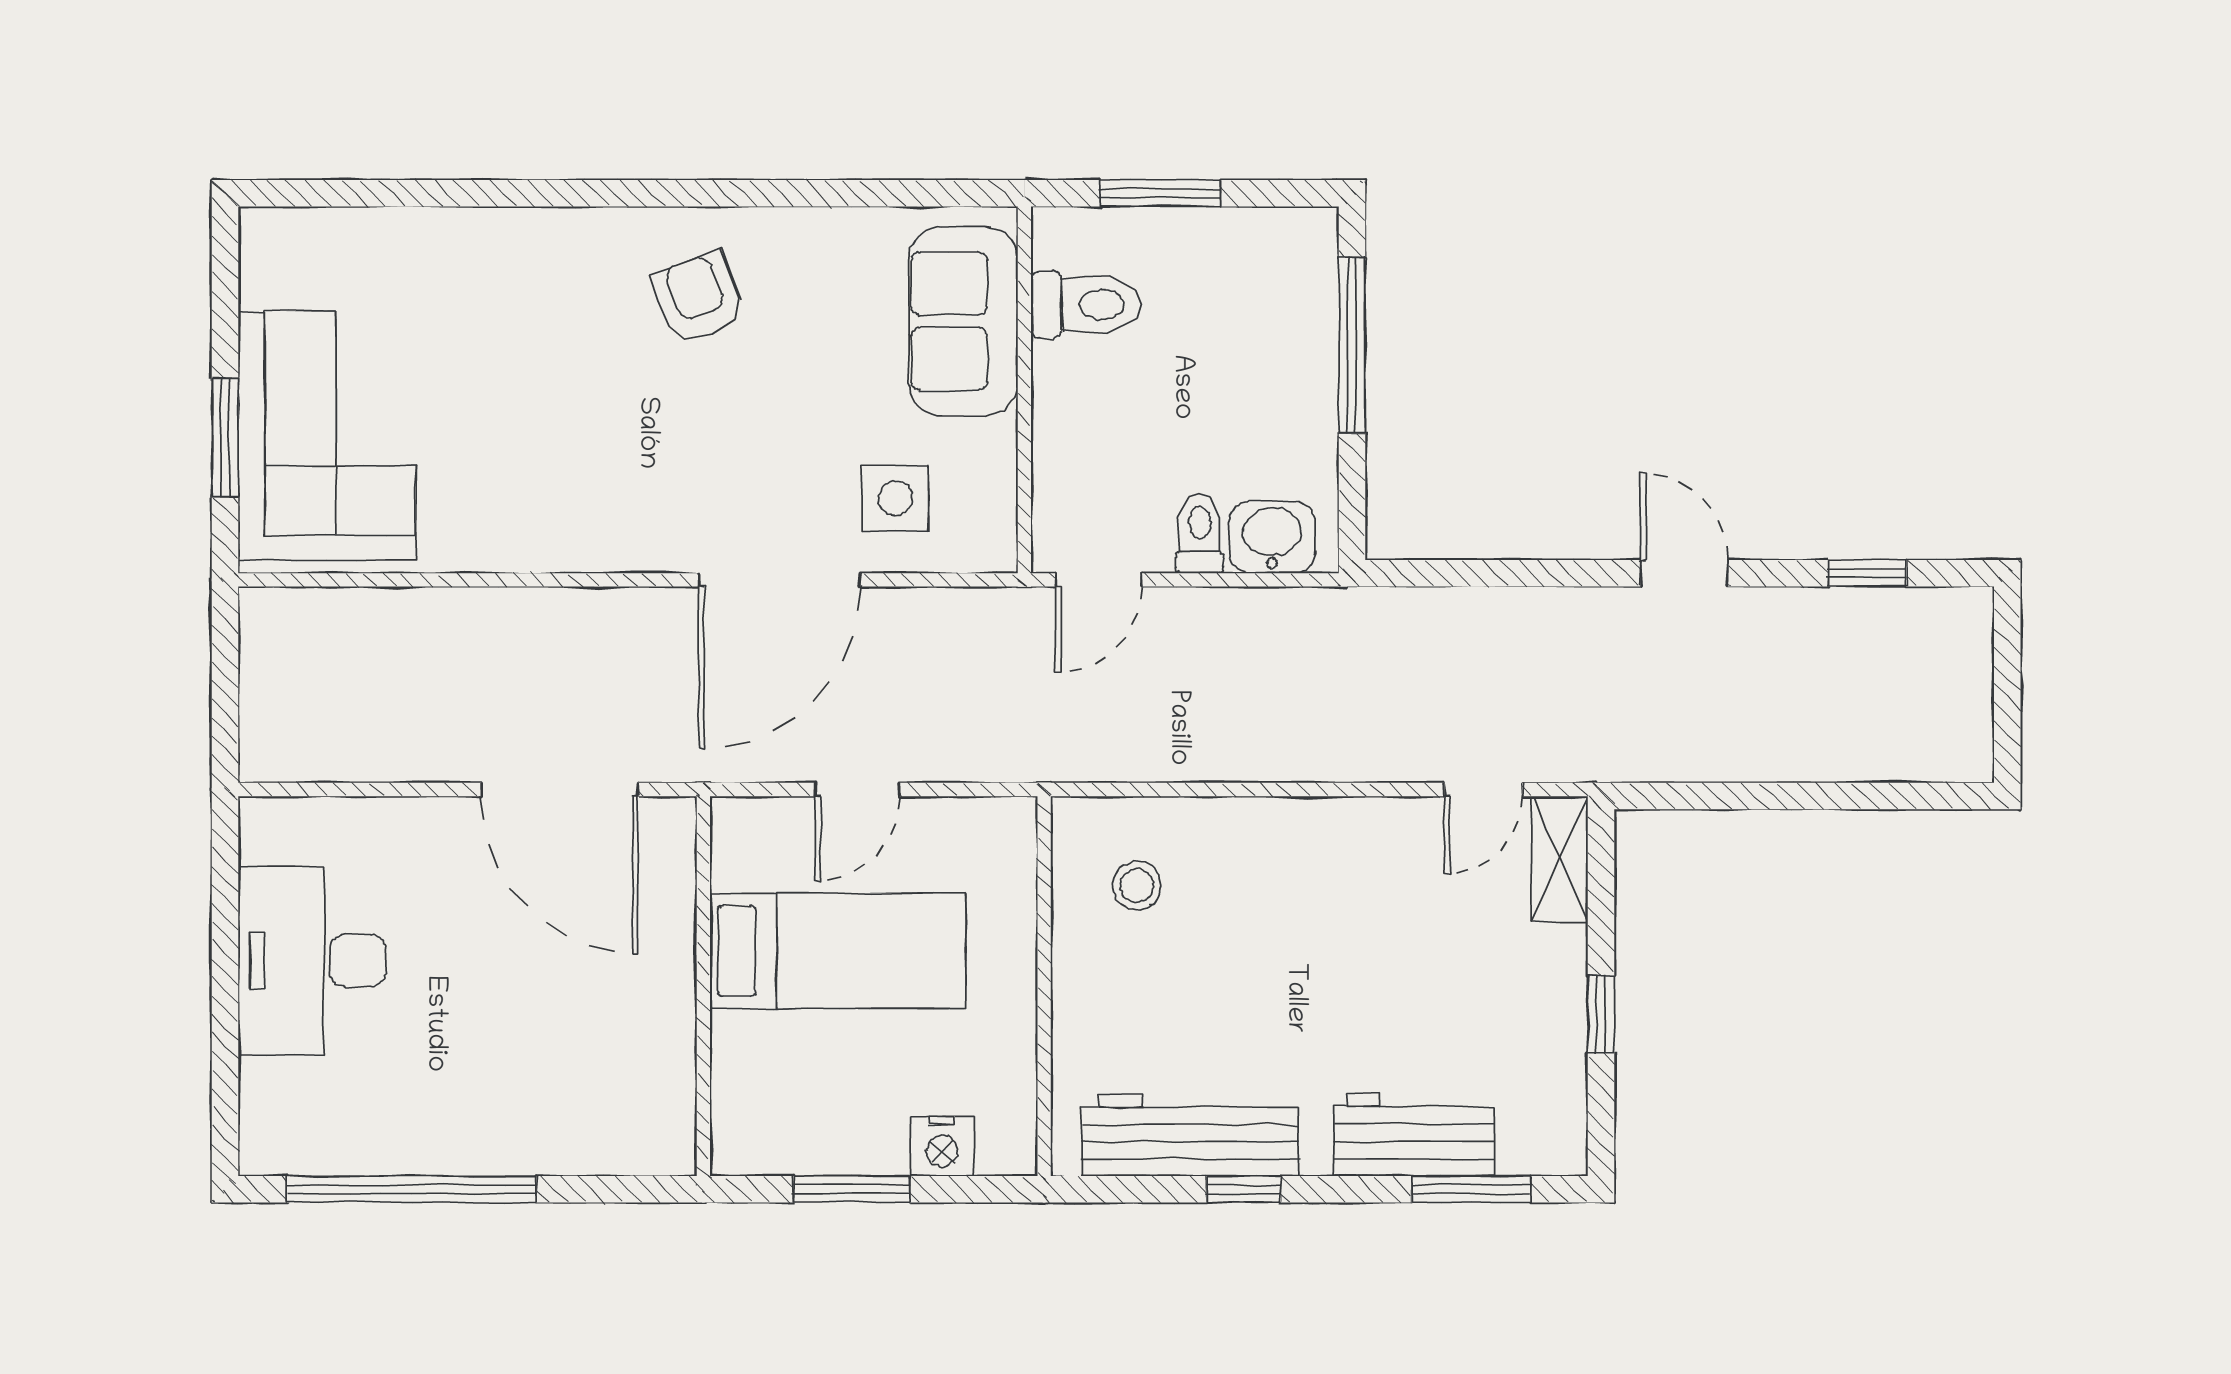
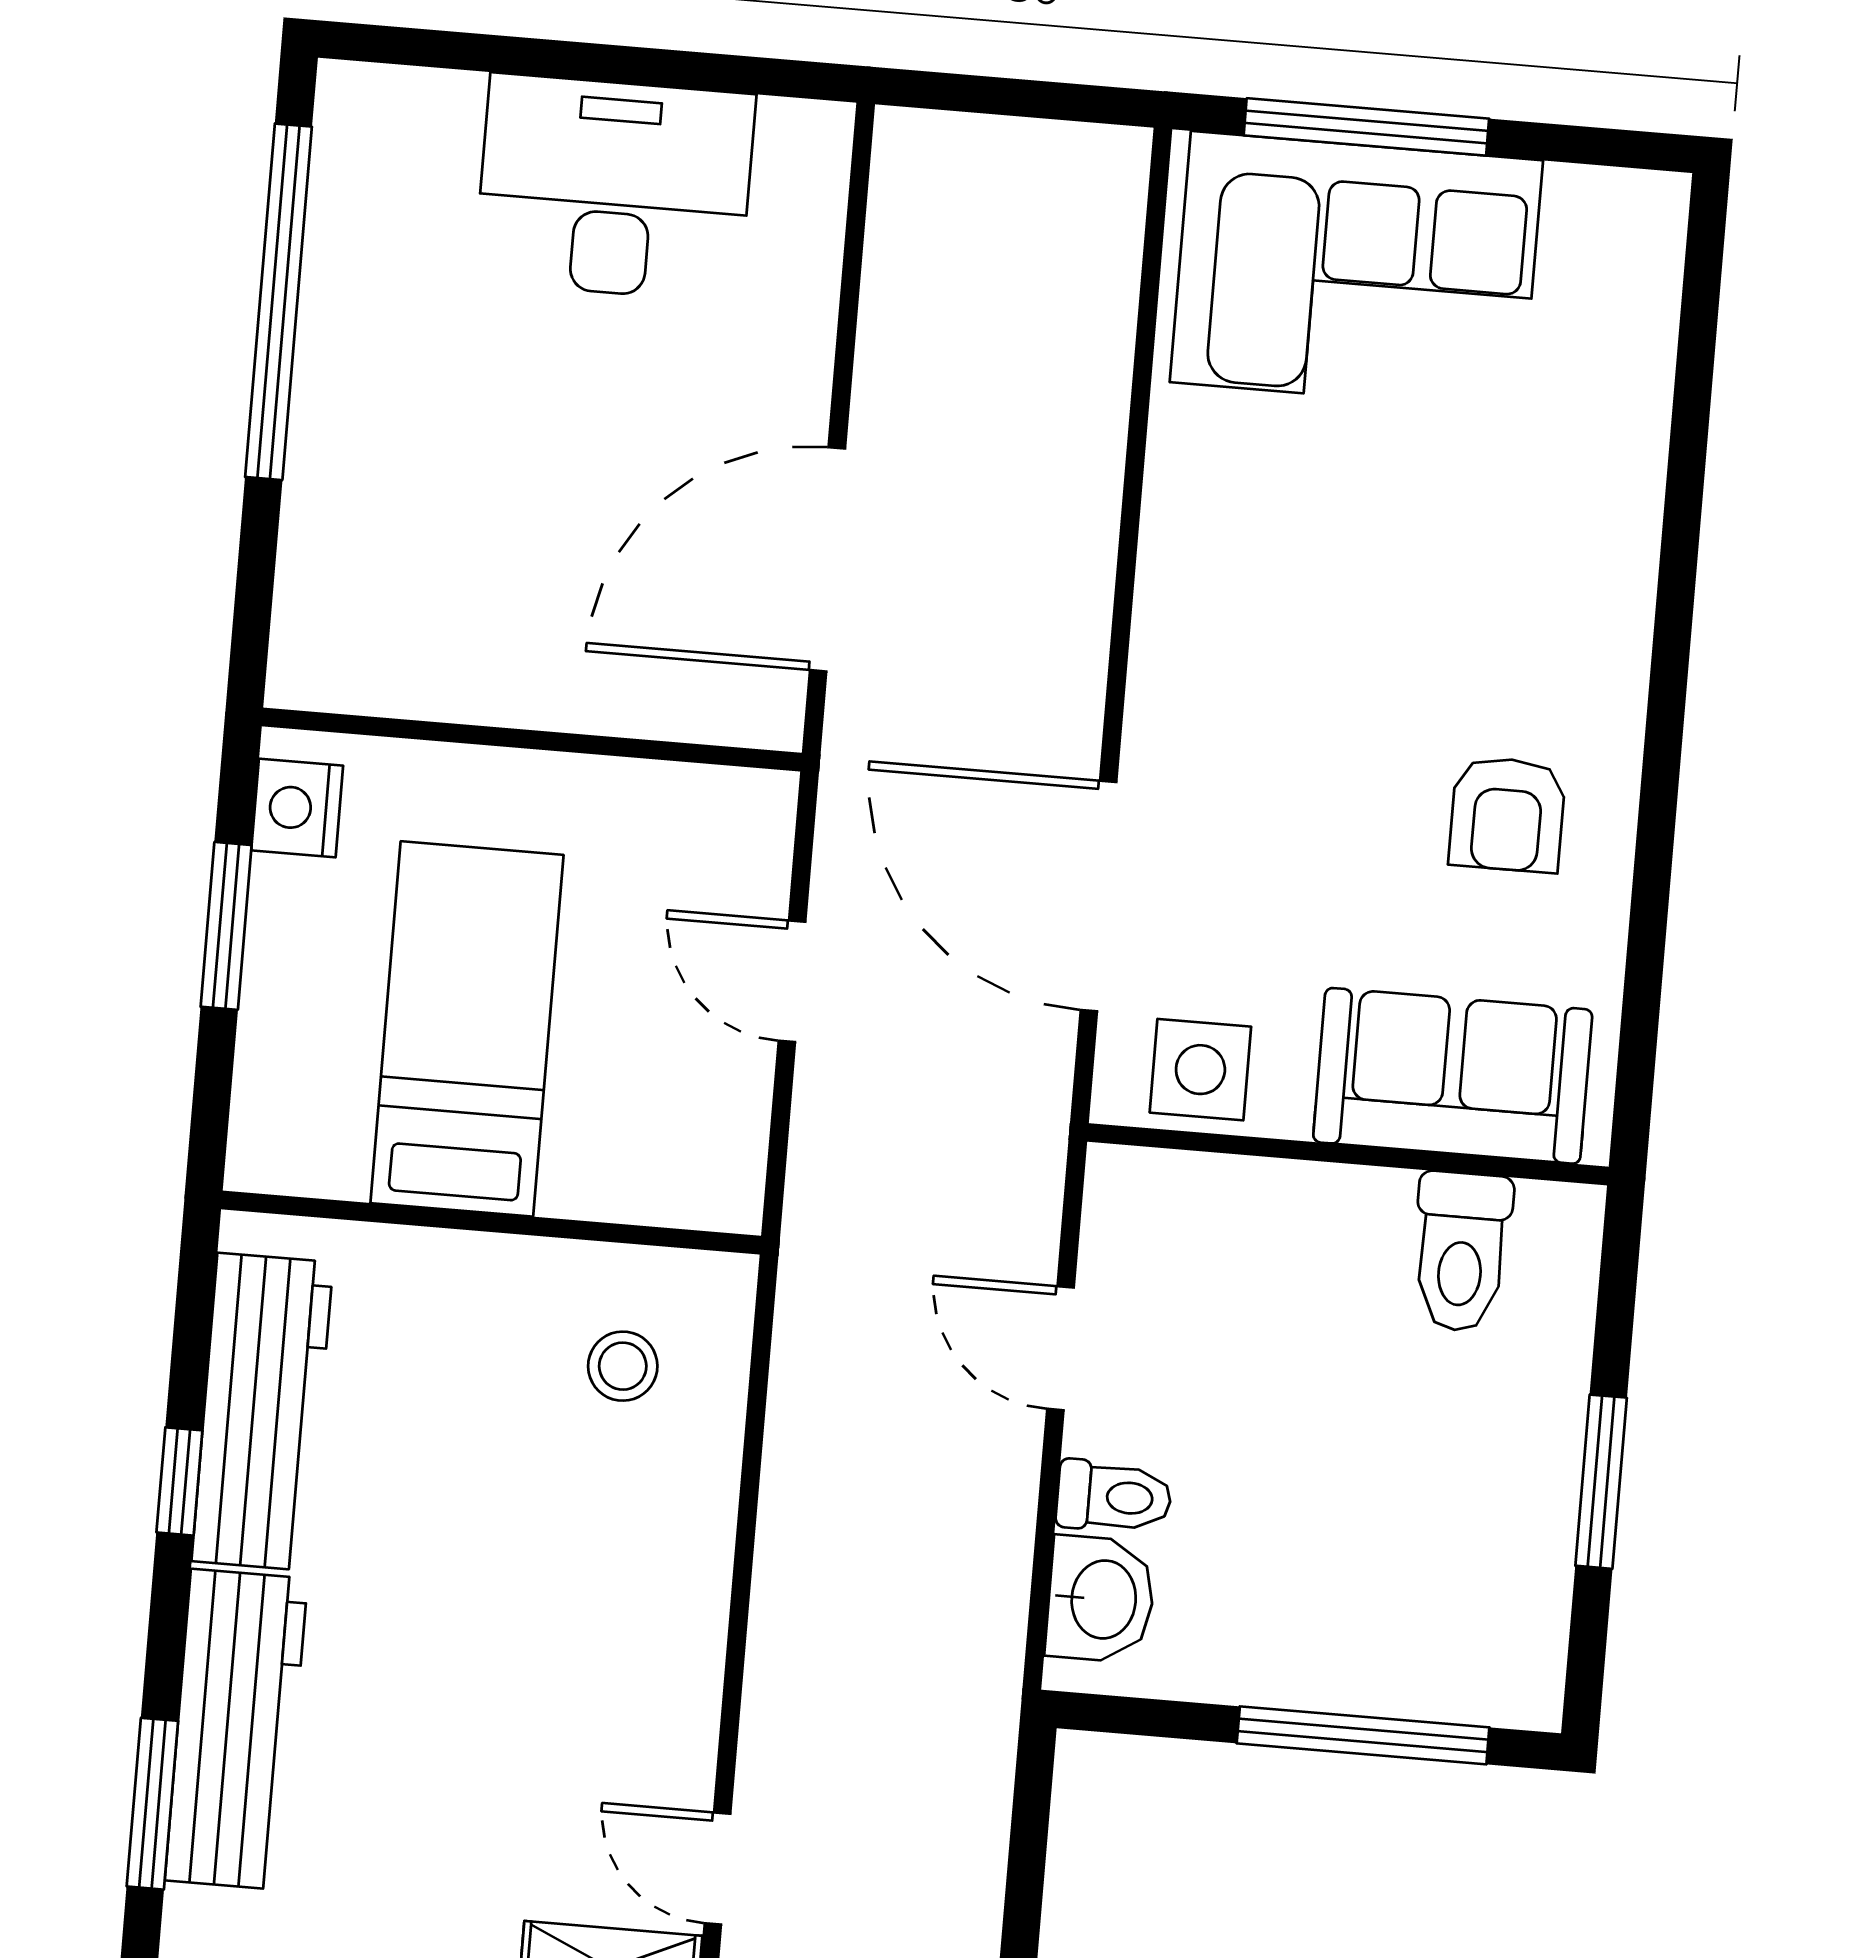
armchair: (698, 298) -> (1507, 814), turned 111
toilet: (1086, 305) -> (1461, 1252), moved
sofa: (963, 321) -> (1453, 1076), moved
wall: (1024, 390) -> (1348, 1154), moved
window: (225, 437) -> (1366, 127), width x1.44
bed: (838, 951) -> (467, 1029), moved, turned 180
workbench: (1414, 1135) -> (236, 1729), width x1.38
nightstand: (942, 1146) -> (297, 808), moved

